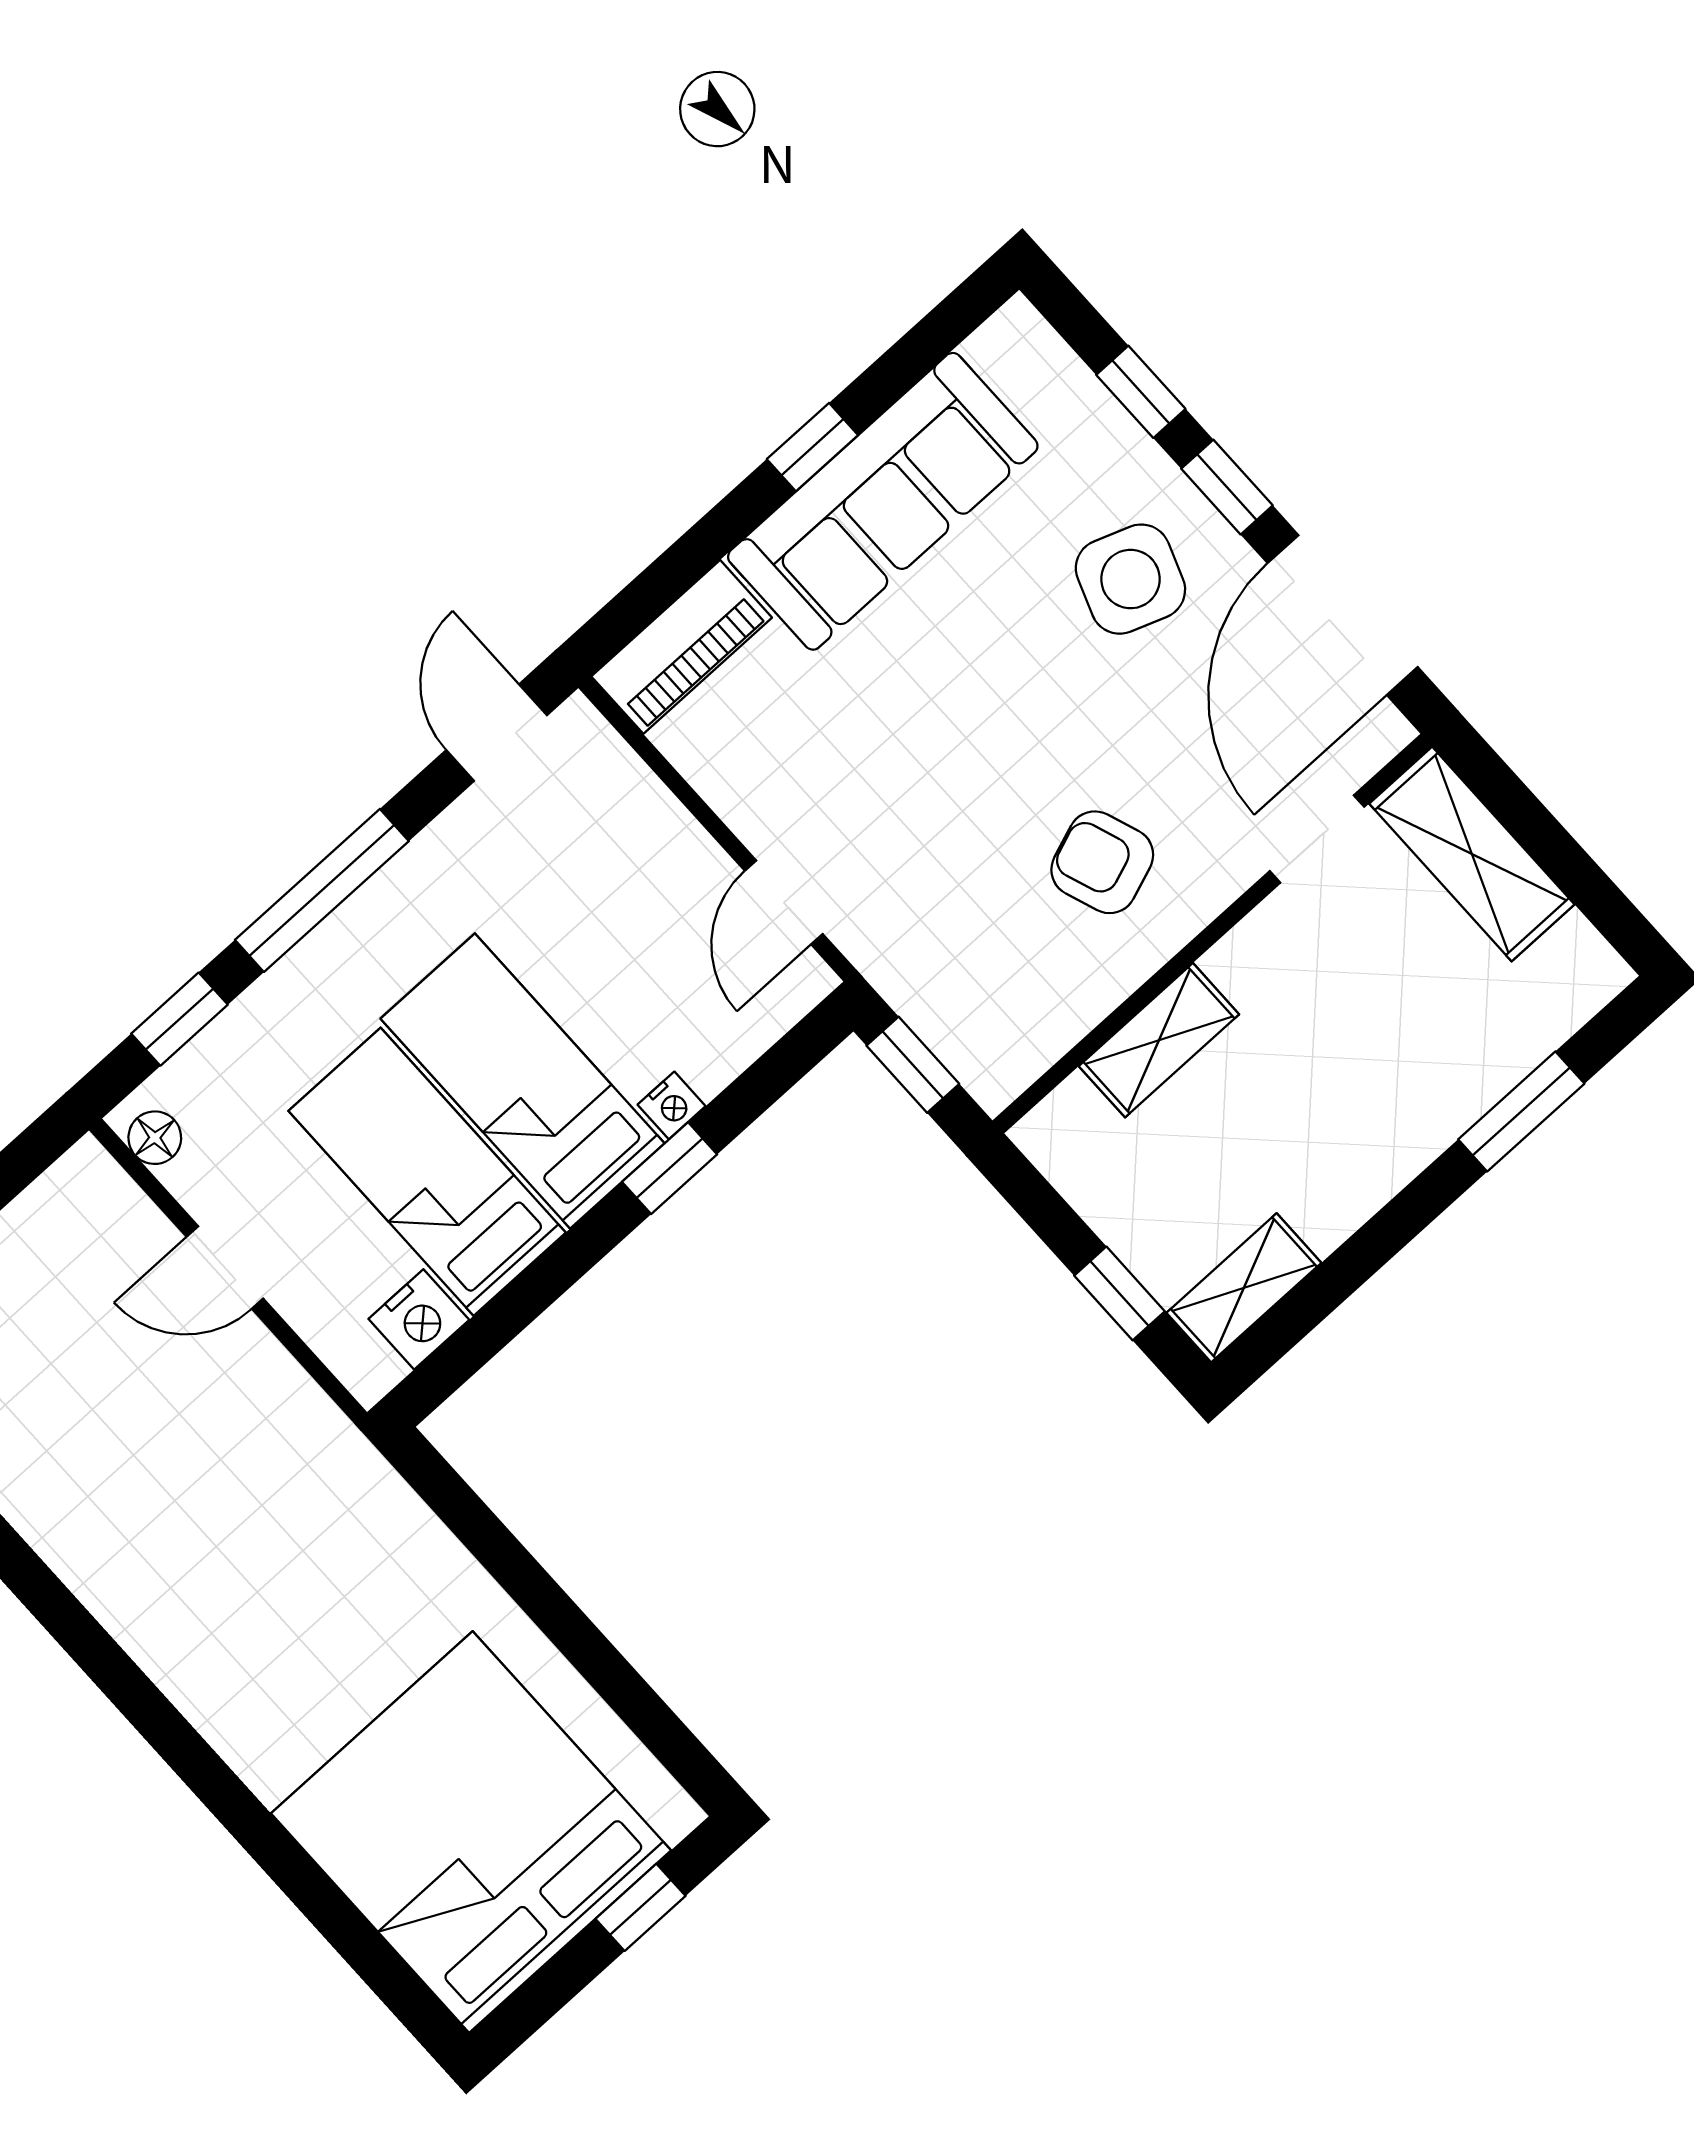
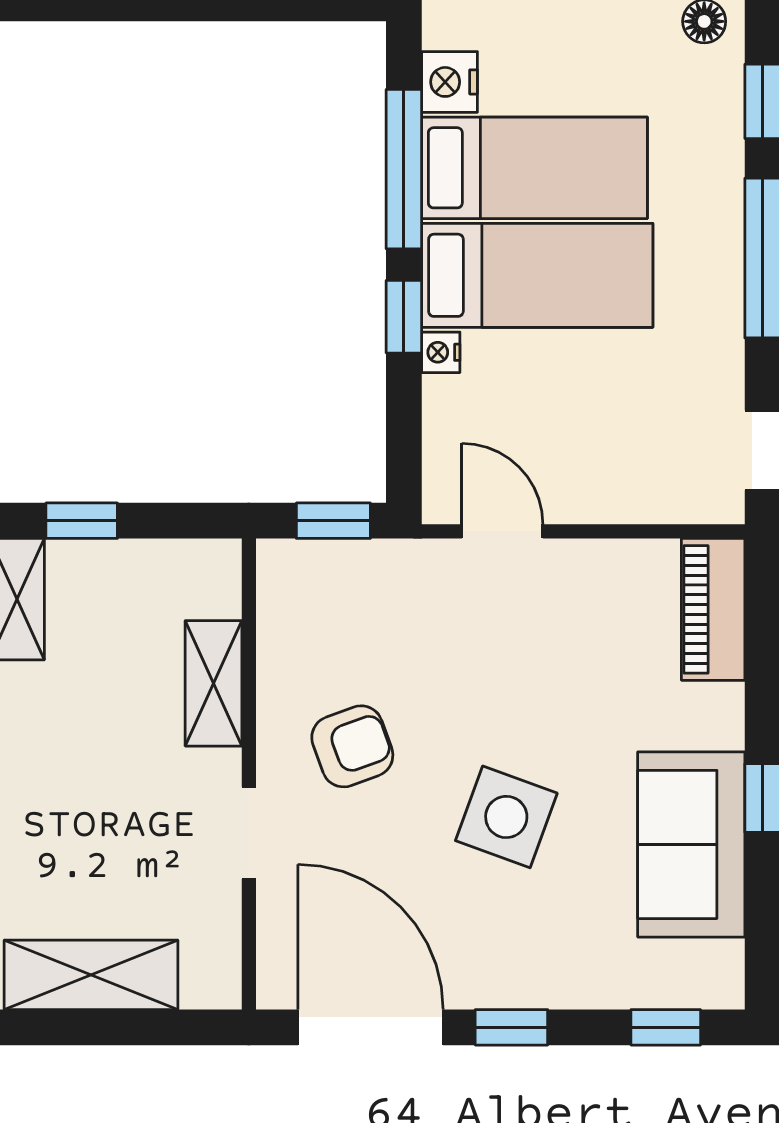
window: (1141, 392) -> (666, 1027), moved
sofa: (883, 501) -> (691, 844), width x0.73
side table: (1130, 579) -> (506, 817), moved
doorway: (1317, 839) -> (249, 833), moved
shelving: (1472, 854) -> (91, 975), moved
window: (536, 1289) -> (404, 169), added

